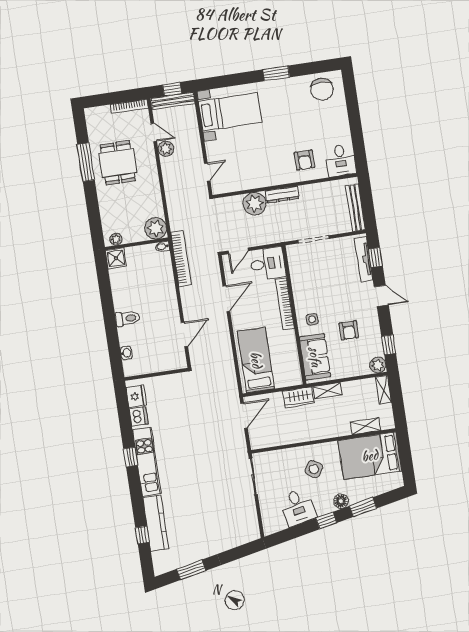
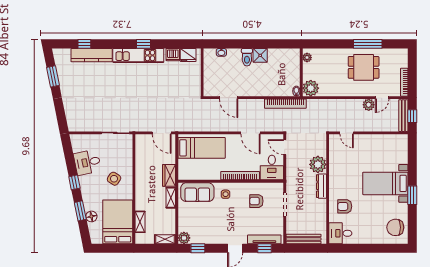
bed with nightstands: (230, 112) -> (385, 183), moved, turned 90
shower: (116, 258) -> (260, 55), moved
armchair: (349, 330) -> (256, 201), moved
floor lamp: (341, 501) -> (91, 216), moved

